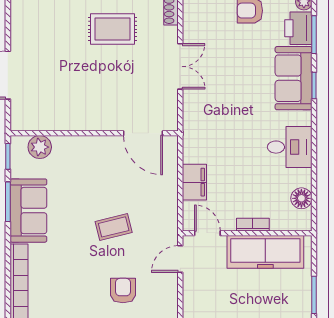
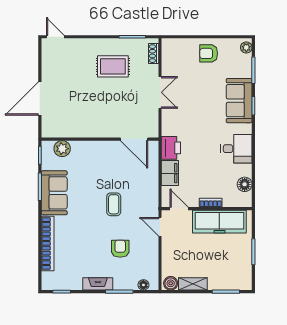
printer: (298, 28) -> (171, 148), moved, turned 180
coffee table: (114, 227) -> (114, 204), turned -76
door: (180, 259) -> (160, 227), hinge flipped

